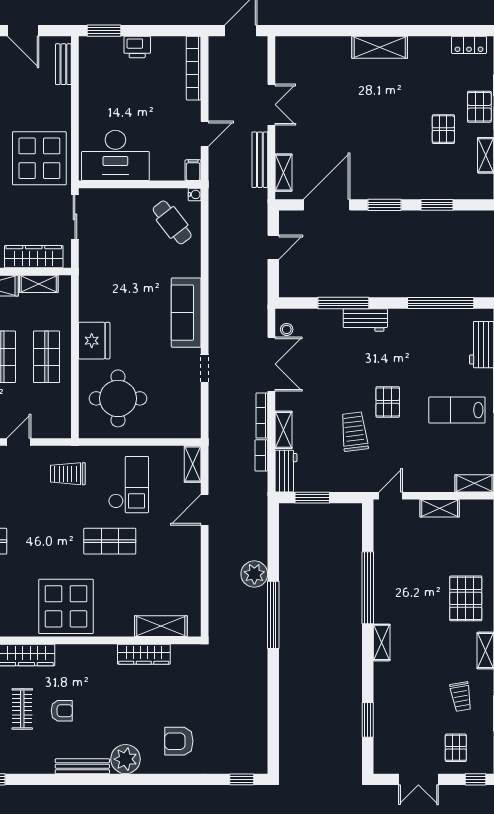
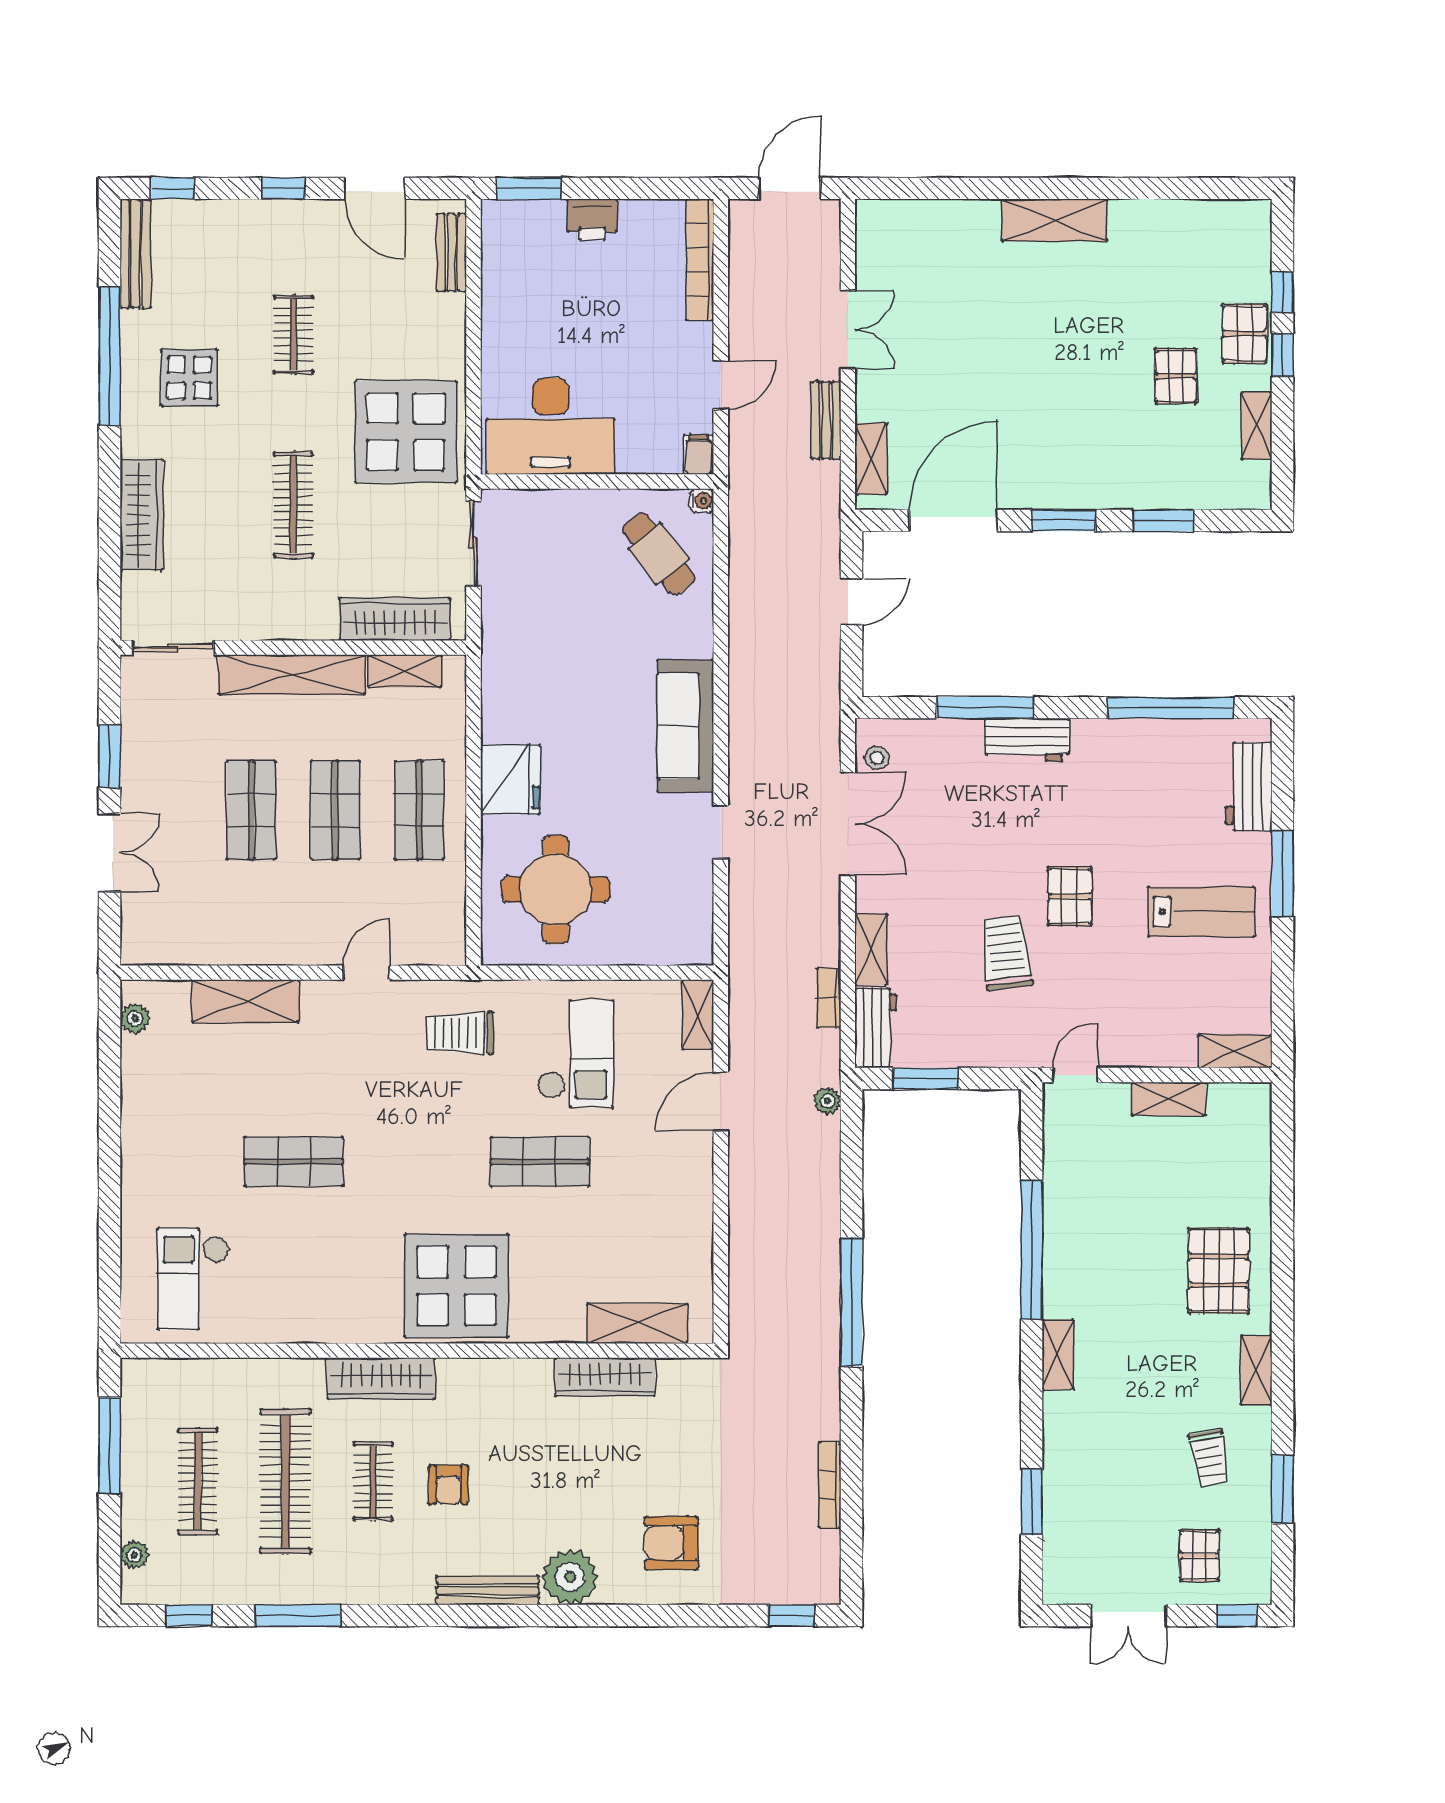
locker: (469, 45) -> (1225, 216), removed
bench: (260, 160) -> (826, 420), width x0.73
lab bench: (457, 410) -> (1202, 912), turned 180
bookcase: (262, 416) -> (830, 1485), moved
plant: (254, 574) -> (827, 1101), moved, width x0.53, depth x0.53
armchair: (62, 711) -> (448, 1485), turned 90

